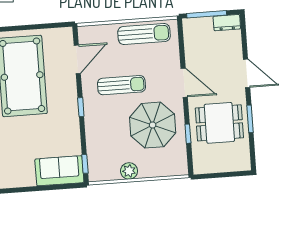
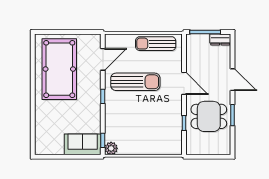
sun lounger: (144, 34) -> (156, 44), turned 180
sun lounger: (121, 85) -> (135, 82), width x1.36, depth x1.34
parasol: (153, 125) -> (157, 114), removed
plant: (129, 171) -> (111, 148), moved

